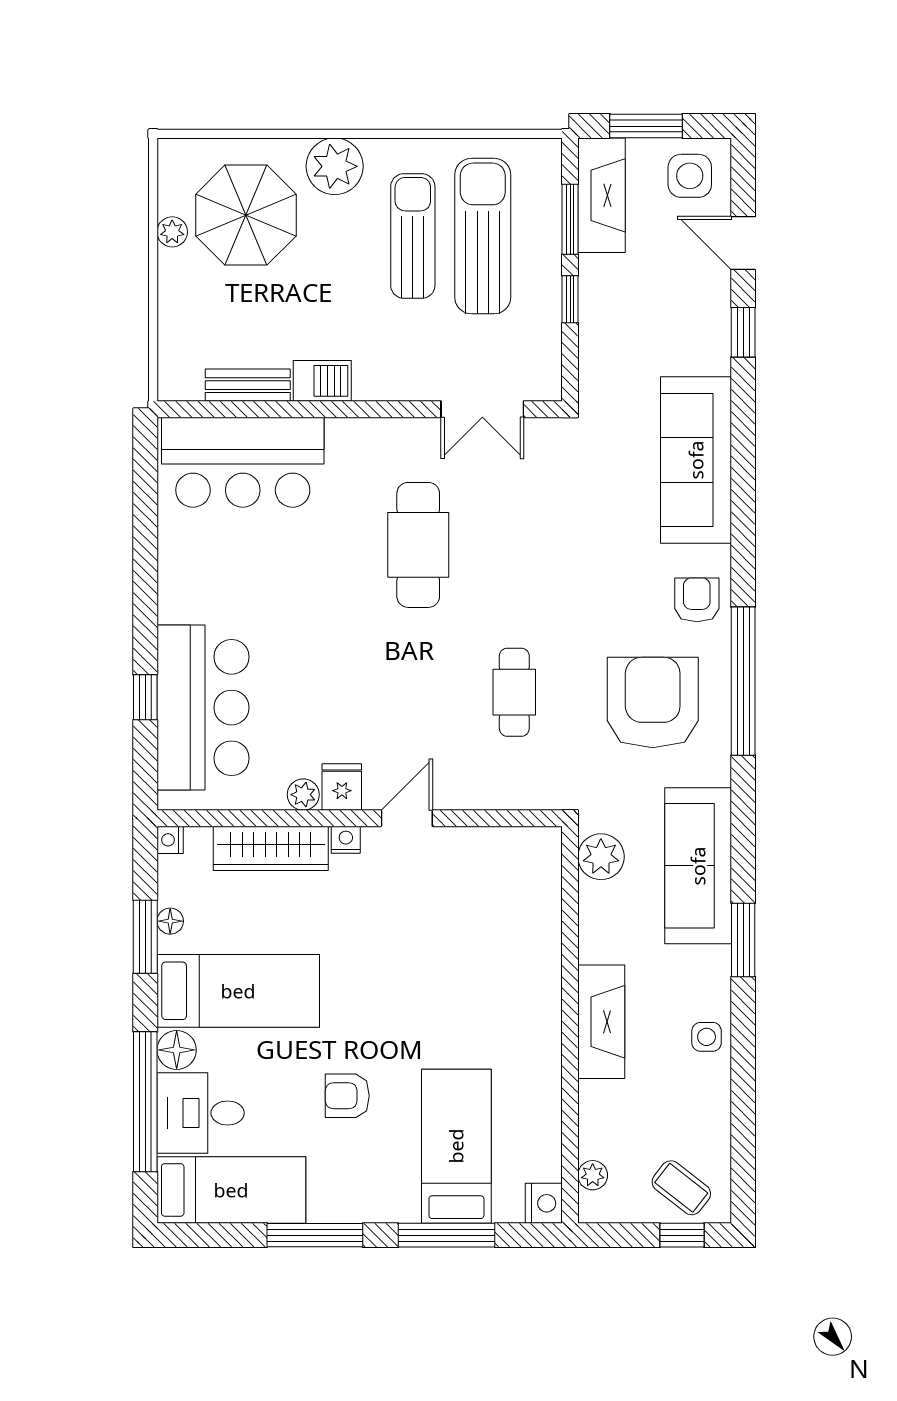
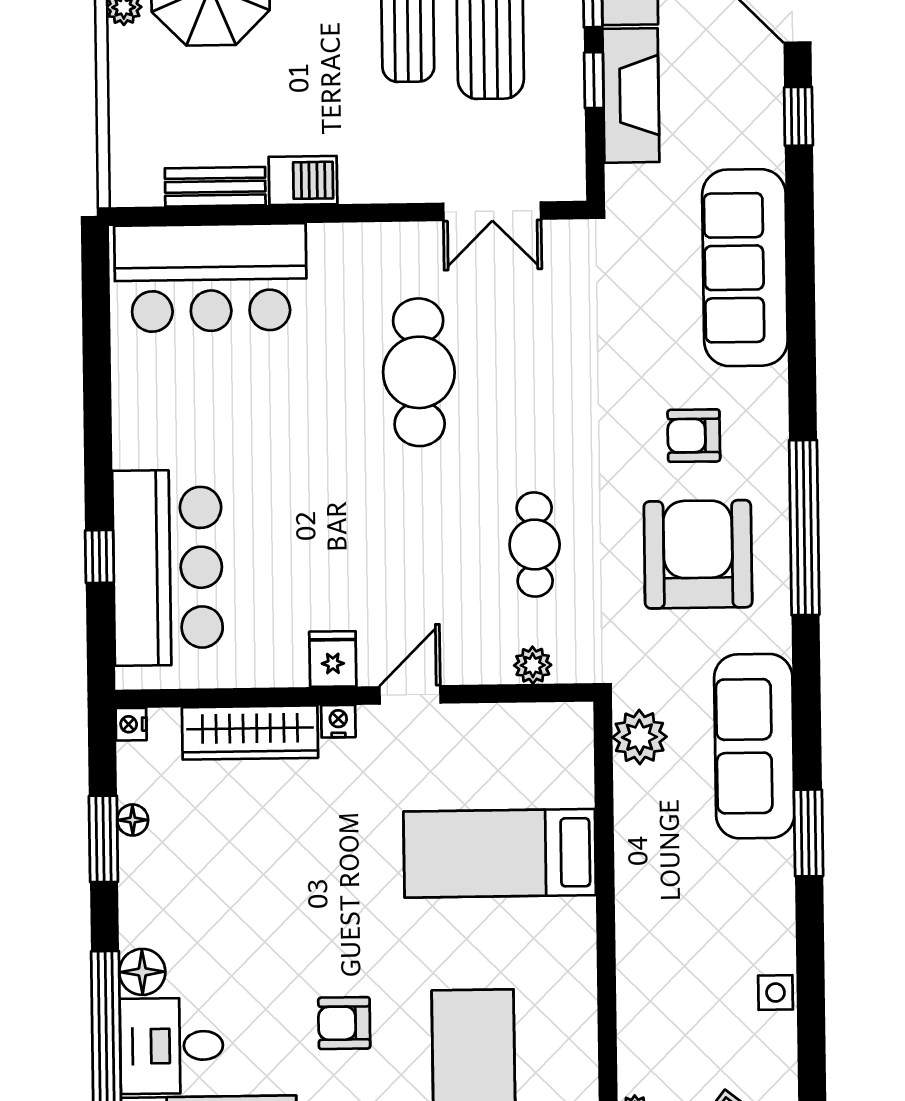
armchair: (697, 600) -> (694, 436), moved, turned -90
plant: (303, 795) -> (533, 665), moved
bed: (238, 991) -> (500, 853), moved, turned 180
fireplace: (601, 1022) -> (631, 95), moved
side table: (707, 1037) -> (776, 993), moved

